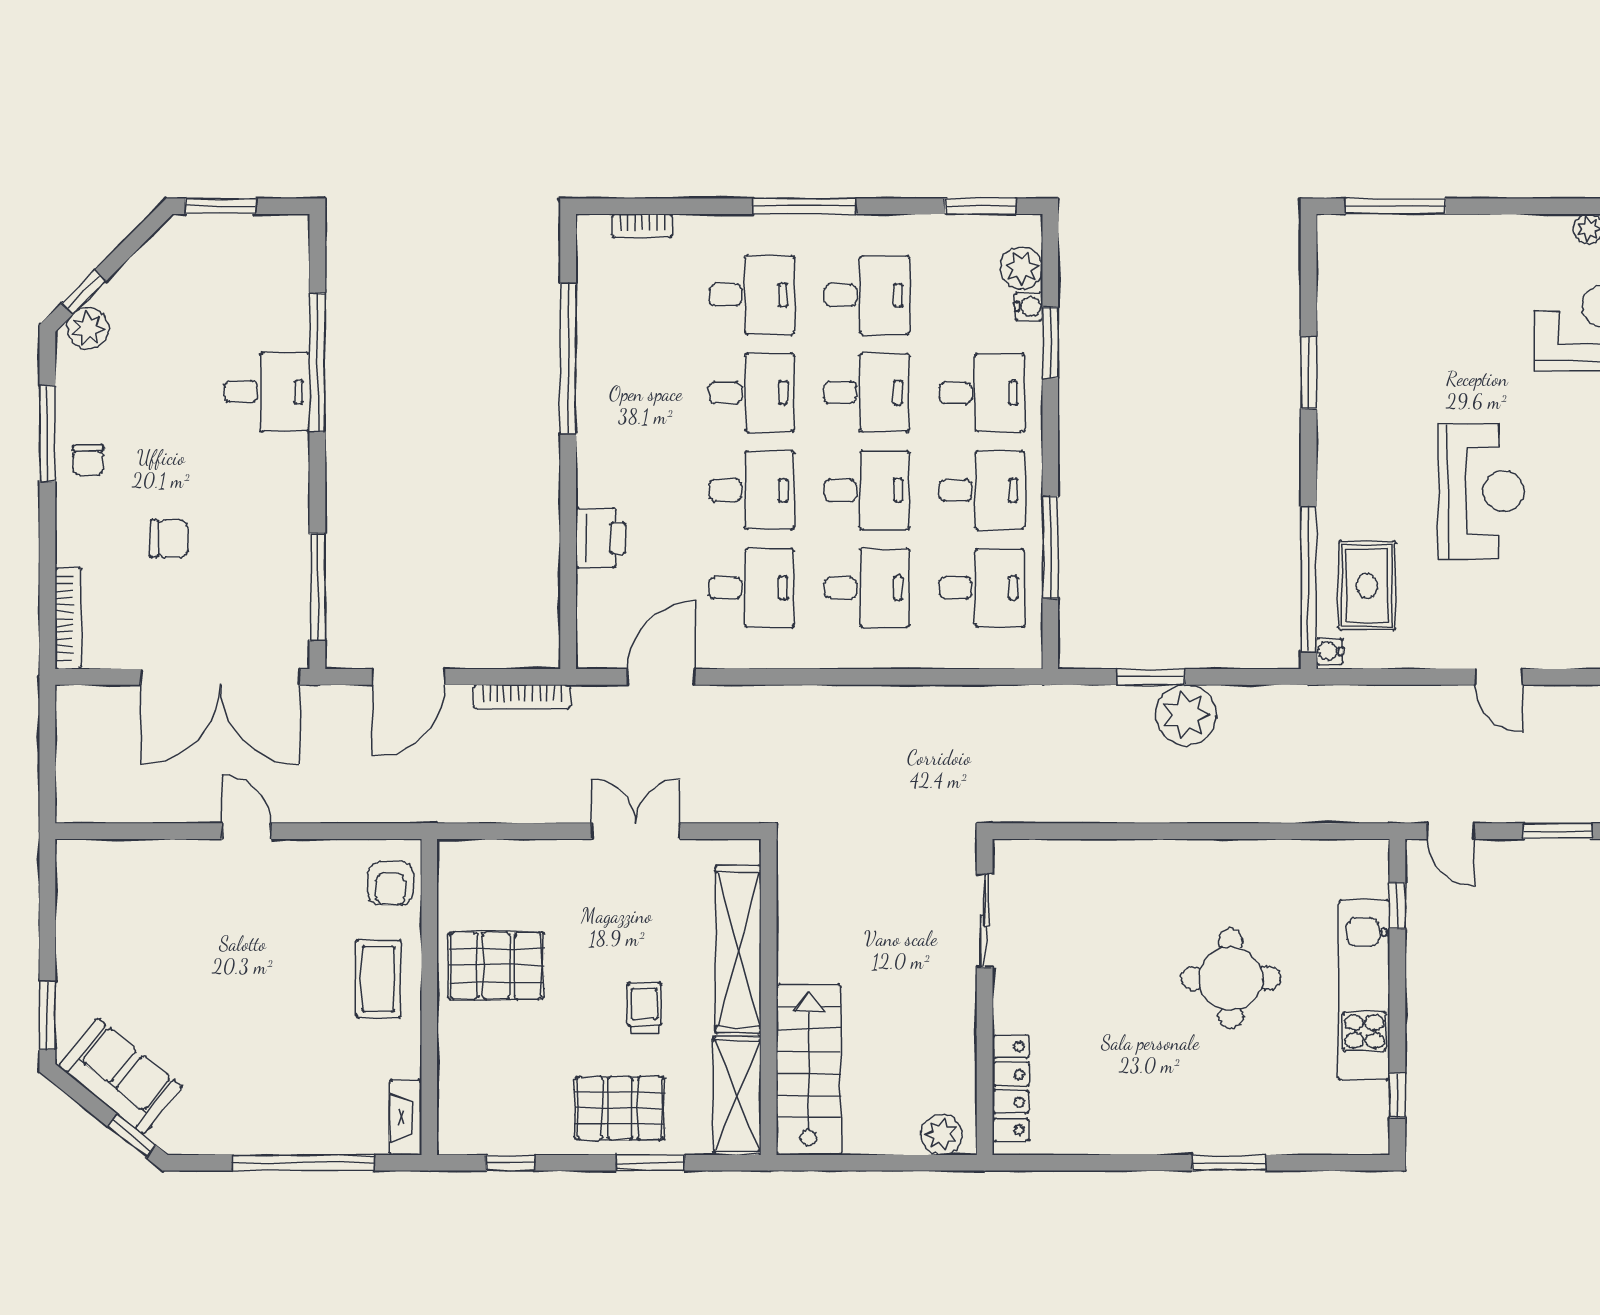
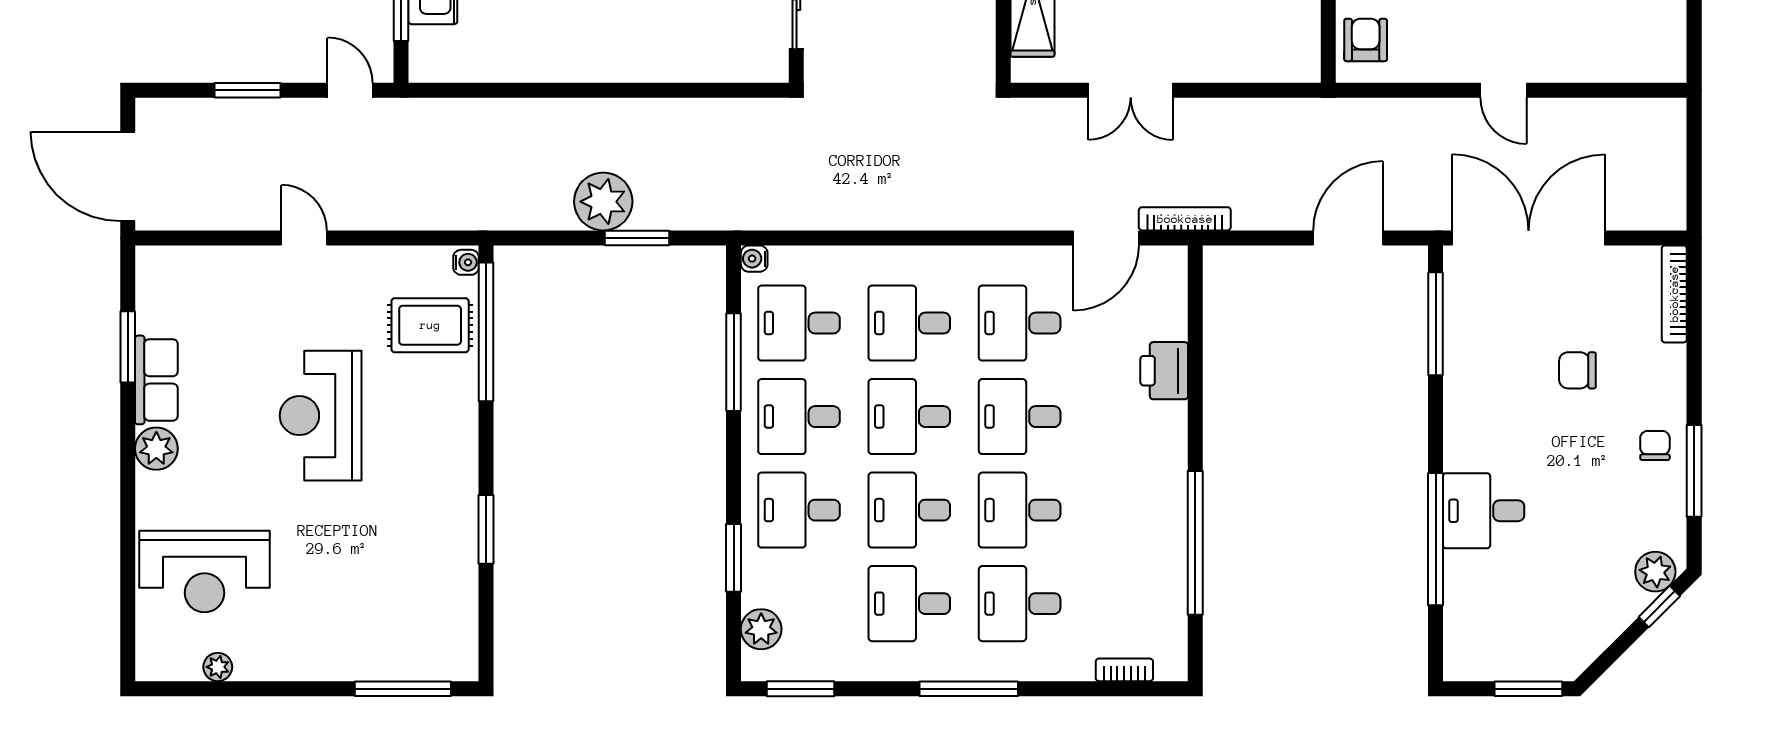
water cooler: (1029, 306) -> (754, 259), moved
rug: (1367, 586) -> (430, 325), turned 90
bookcase: (522, 697) -> (1185, 219), moved

